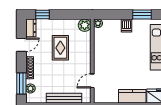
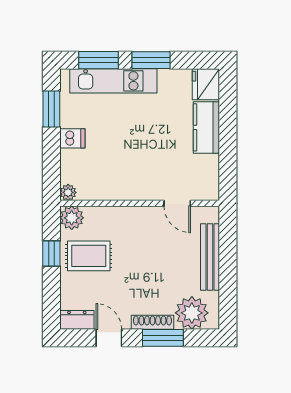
window: (42, 14) -> (51, 254), moved
rug: (60, 48) -> (89, 256), moved
window: (21, 84) -> (163, 338), moved
plant: (30, 88) -> (192, 313), width x1.87, depth x1.87

